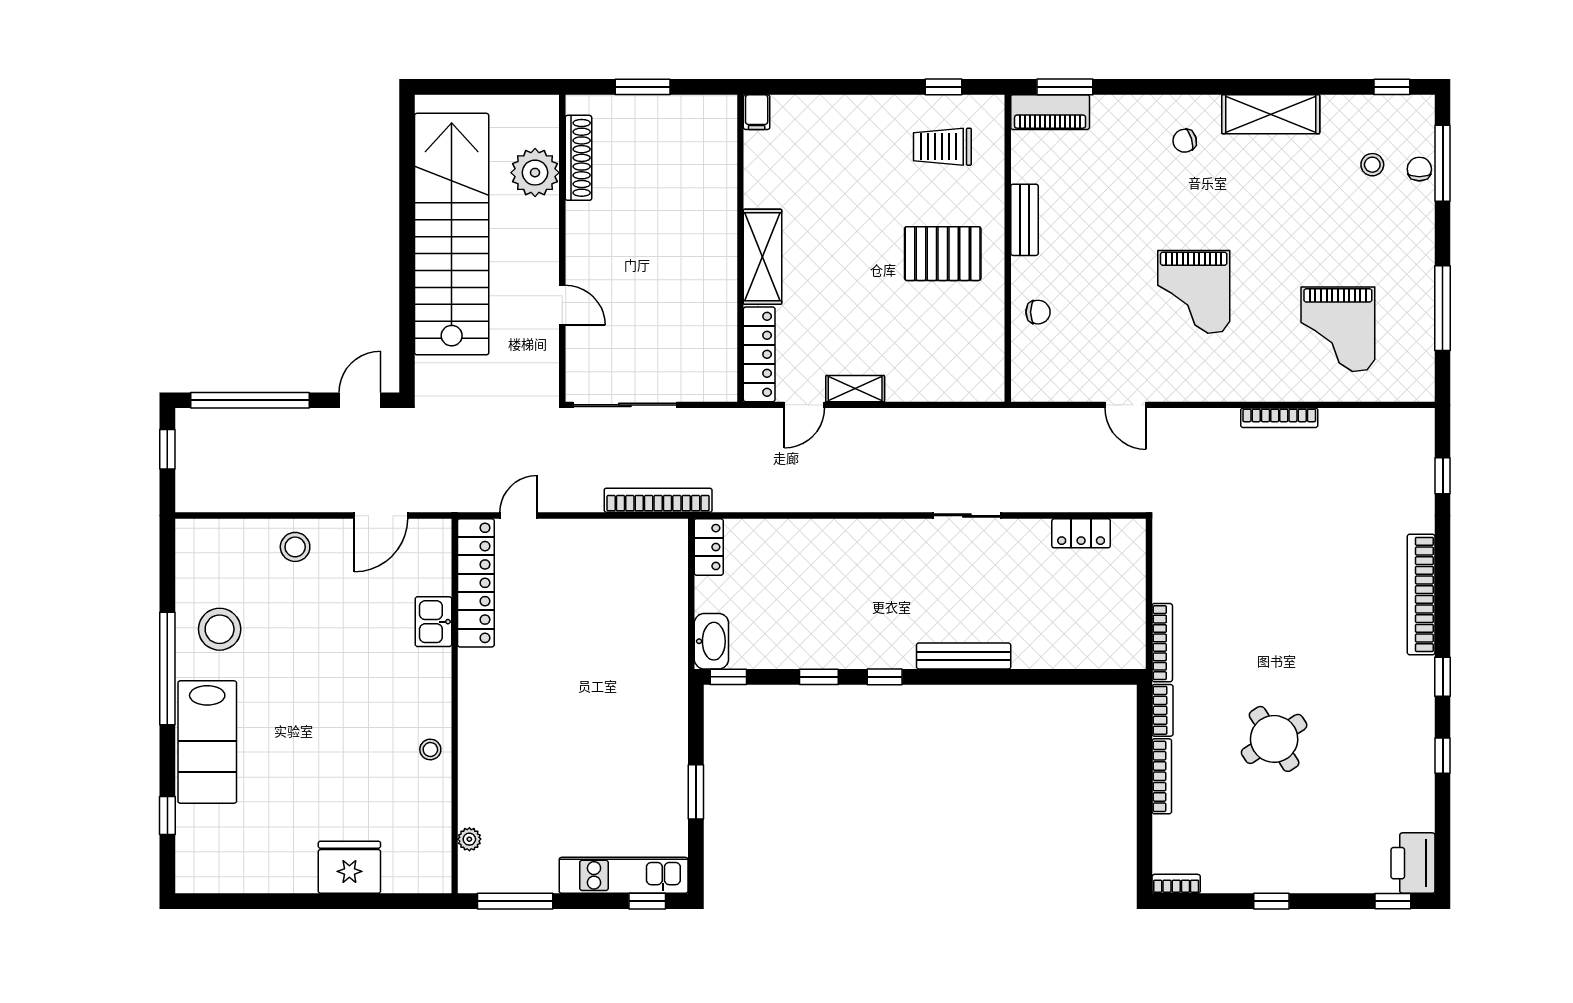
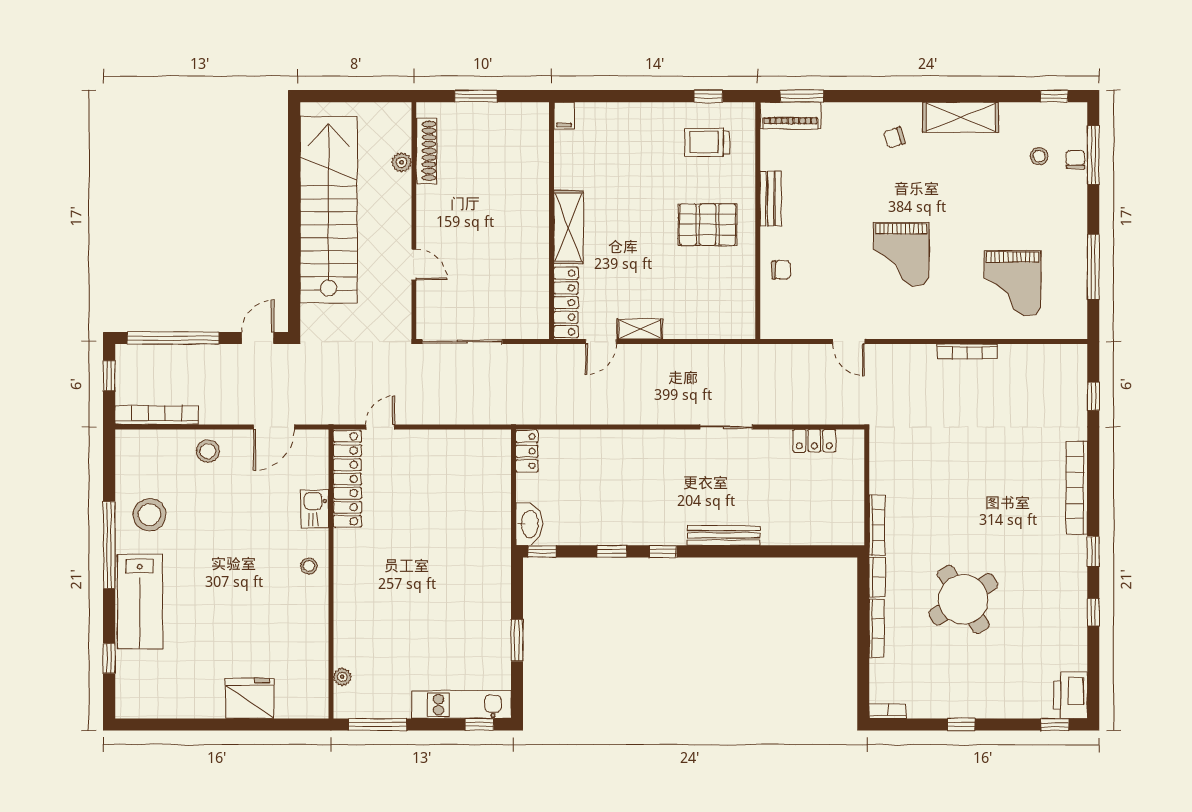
plant: (535, 173) -> (402, 162), width x0.53, depth x0.53
bookcase: (658, 500) -> (157, 415), moved
round table: (1274, 739) -> (963, 599), width x1.36, depth x1.36
stool: (430, 749) -> (309, 566), moved

